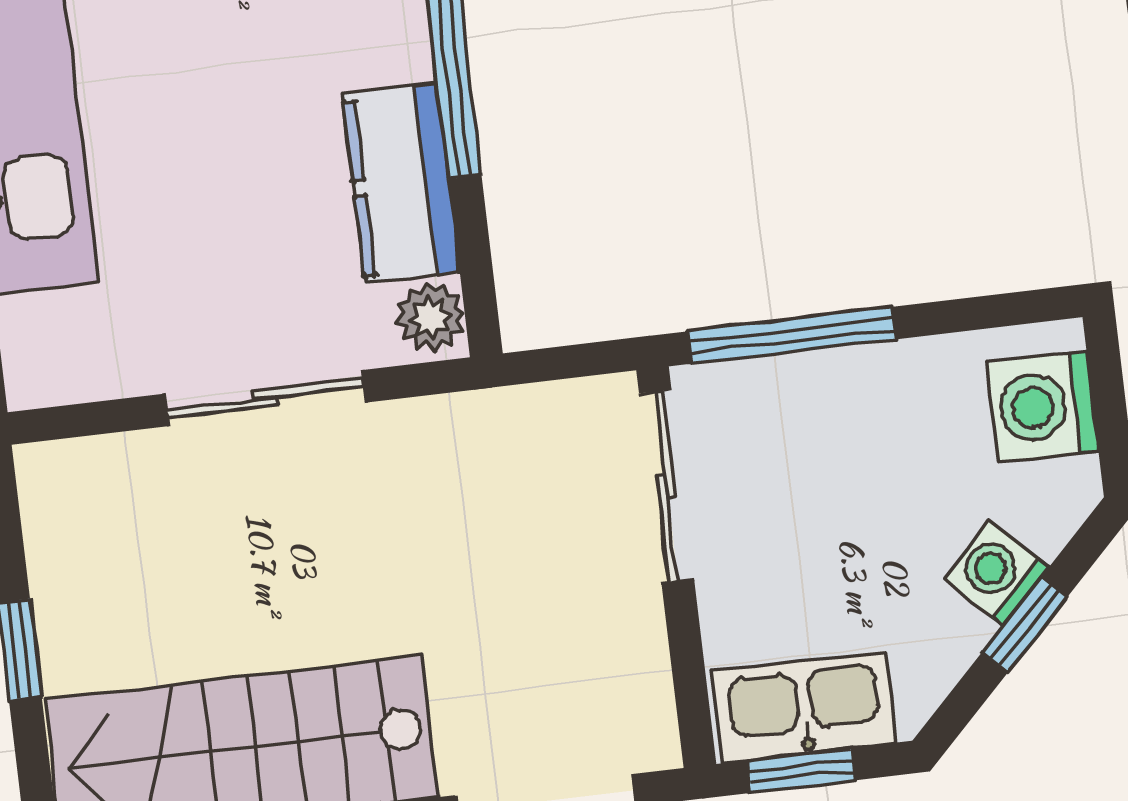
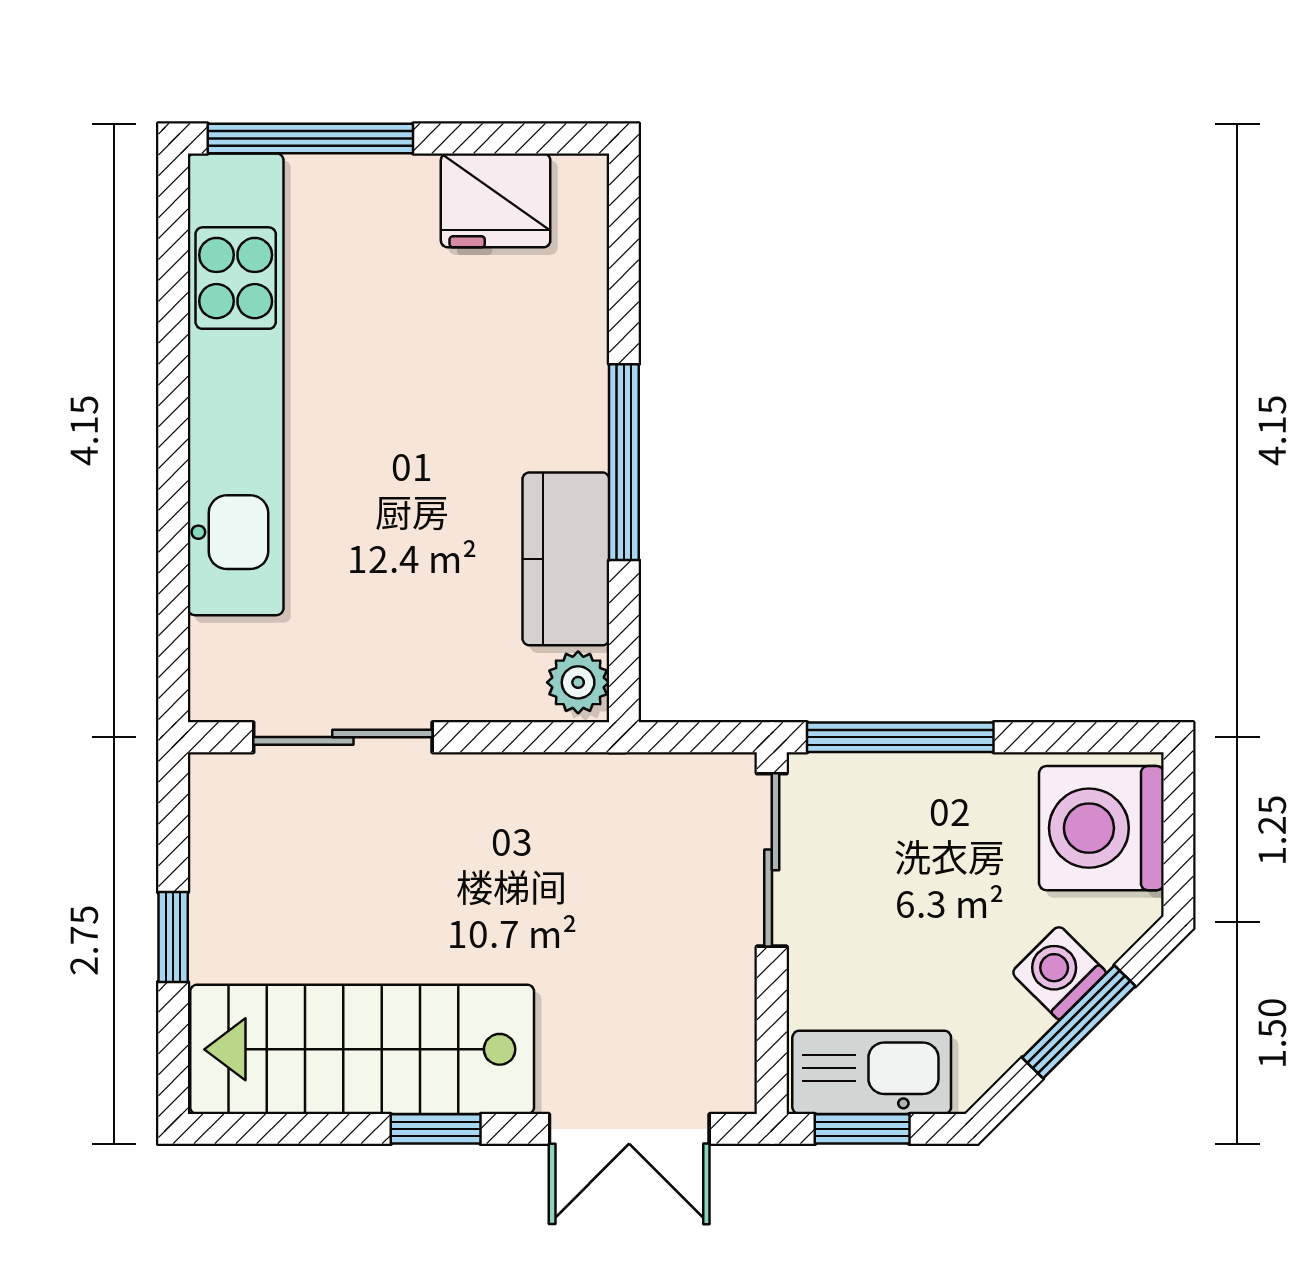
sliding door: (265, 398) -> (343, 737), moved
washing machine: (1043, 407) -> (1101, 828), width x1.37, depth x1.37
window: (1025, 624) -> (1079, 1022), width x1.50

